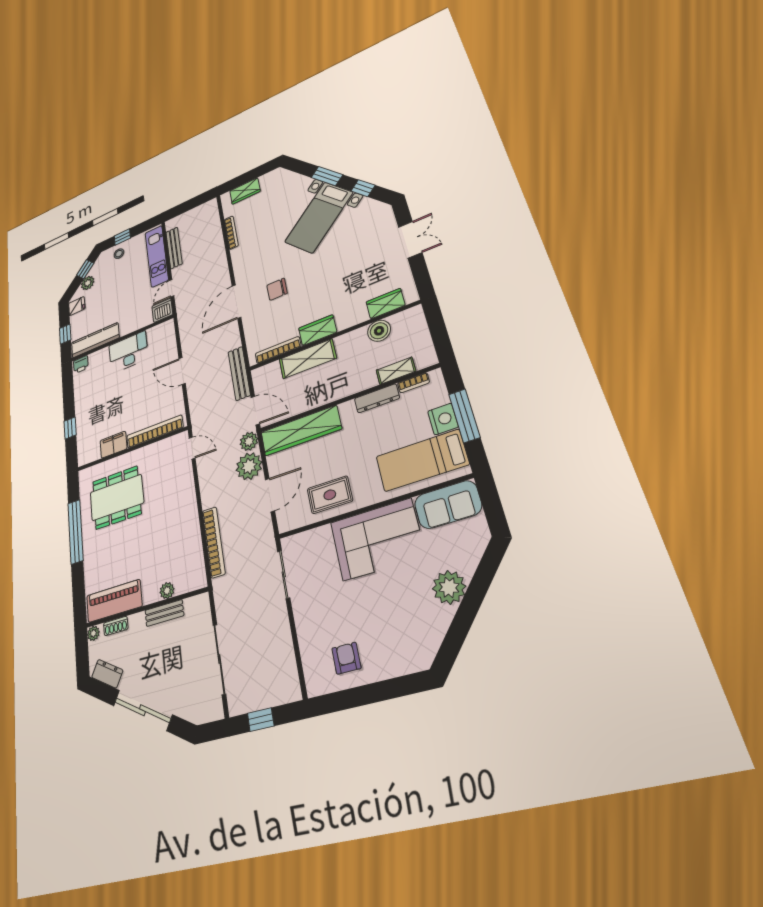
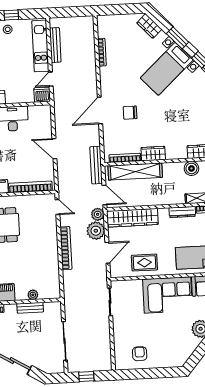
wardrobe: (245, 191) -> (149, 26), moved, turned 47
shelving: (308, 359) -> (135, 172), width x1.47
bookcase: (214, 542) -> (66, 248), moved

